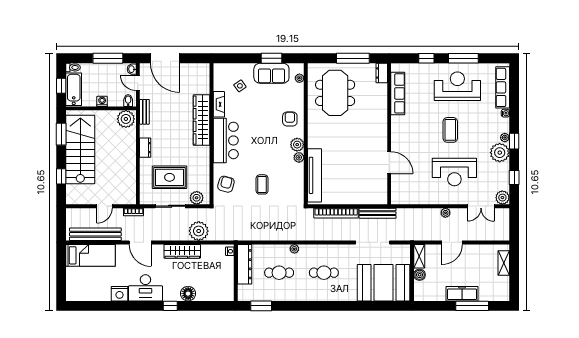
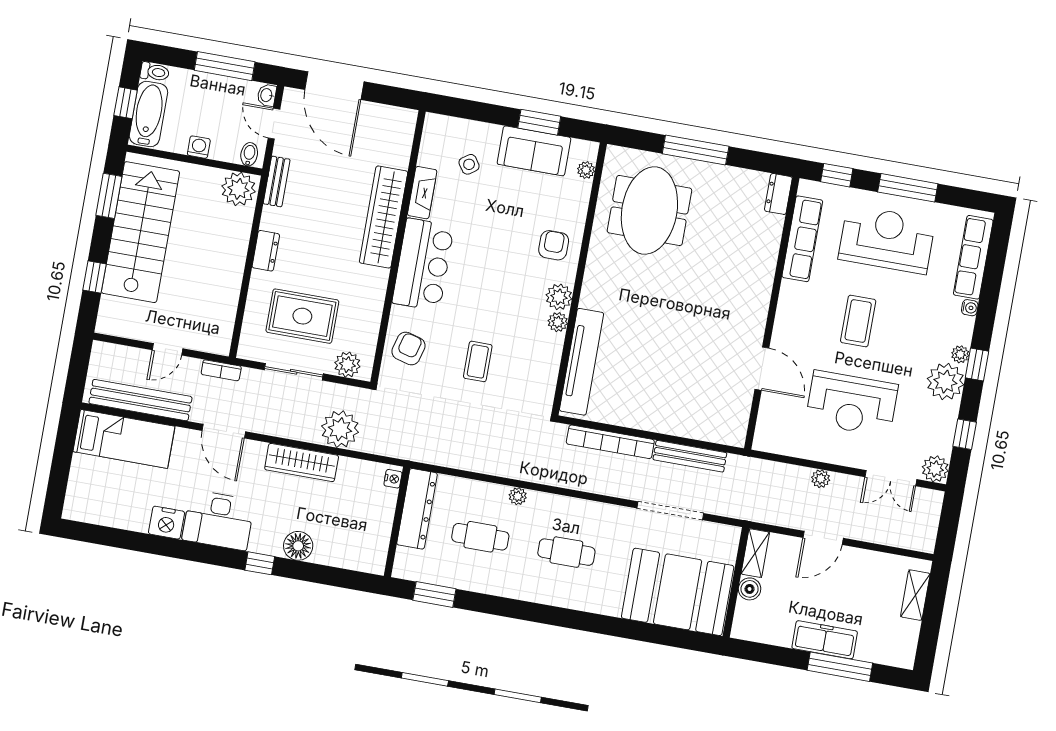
dresser: (382, 73) -> (778, 194), moved
row of seats: (398, 93) -> (802, 239), moved
wall: (389, 134) -> (772, 313), moved
door: (389, 163) -> (762, 369), moved

